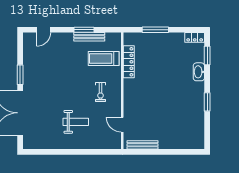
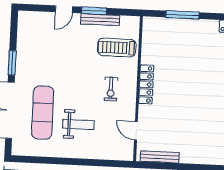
door: (44, 30) -> (64, 9), moved
locker: (129, 62) -> (146, 84), moved
exercise mat: (47, 114) -> (43, 113), added

